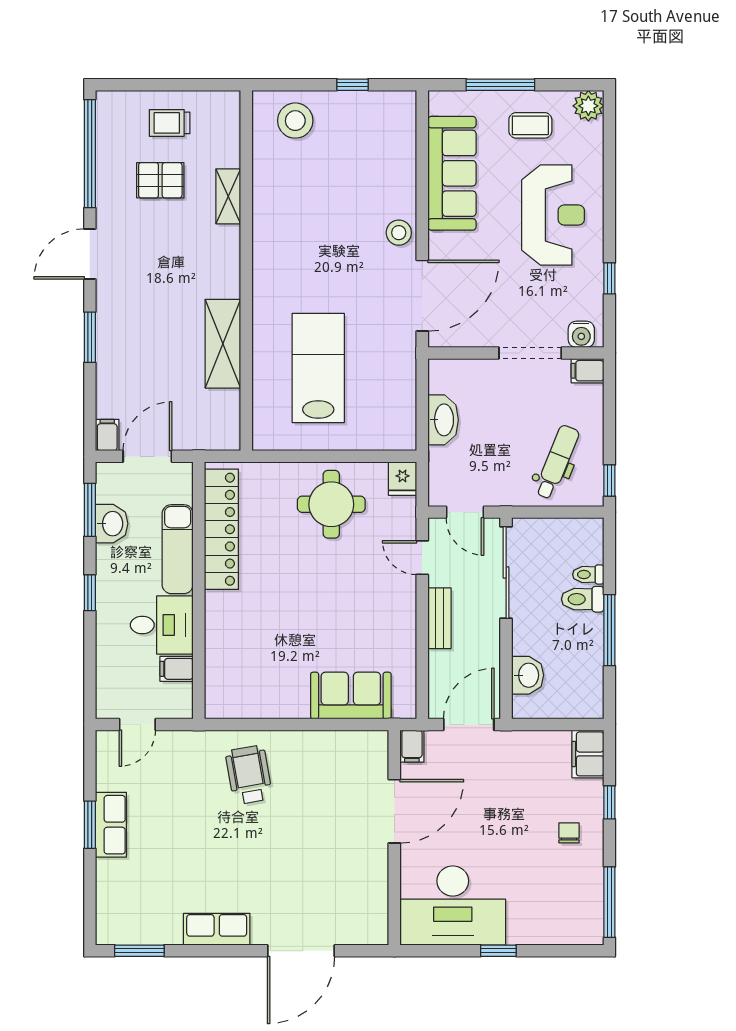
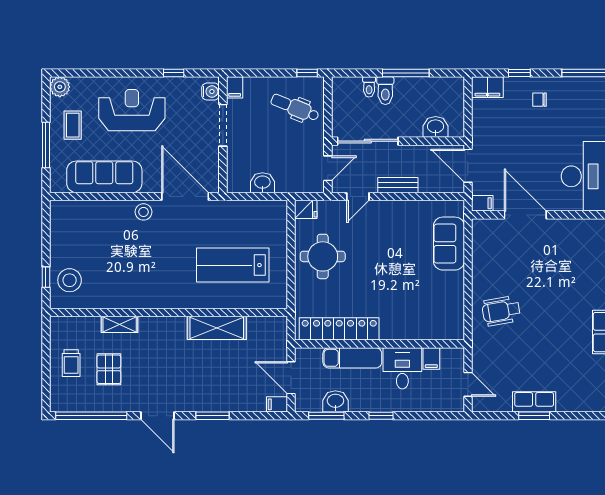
window: (352, 85) -> (46, 277), moved
washbasin: (443, 420) -> (262, 183), width x0.72

